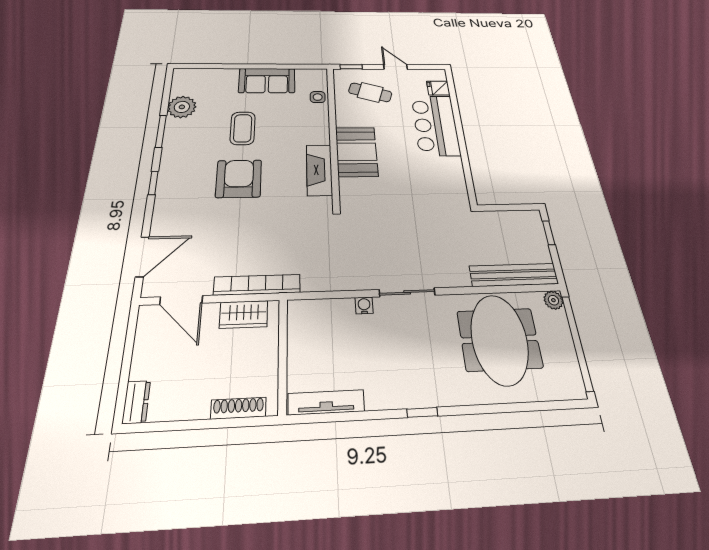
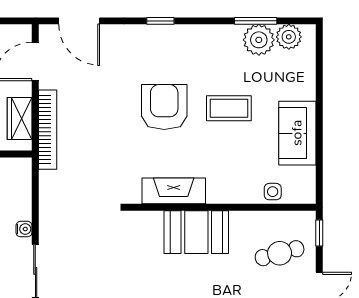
plant: (182, 86) -> (289, 37), added
cafe table: (370, 92) -> (280, 253), turned 58
window: (161, 131) -> (256, 21), moved
armchair: (239, 179) -> (164, 107), turned -90

